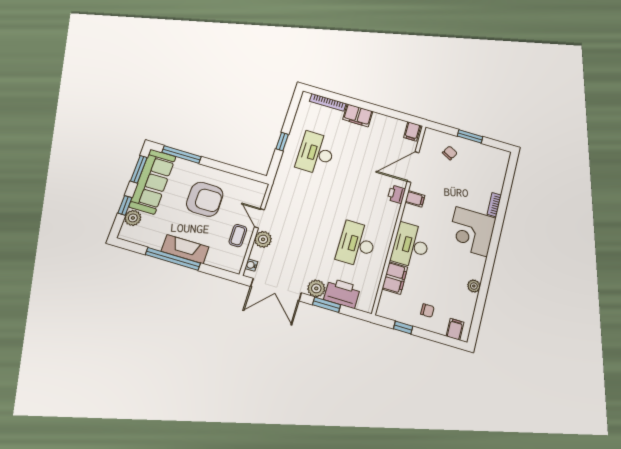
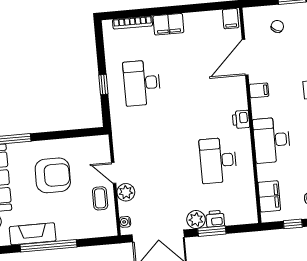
printer: (396, 194) -> (241, 119), moved
fireplace: (185, 249) -> (33, 234), moved
filing cabinet: (395, 278) -> (269, 196), moved
printer: (342, 293) -> (215, 219), width x0.53, depth x0.68

